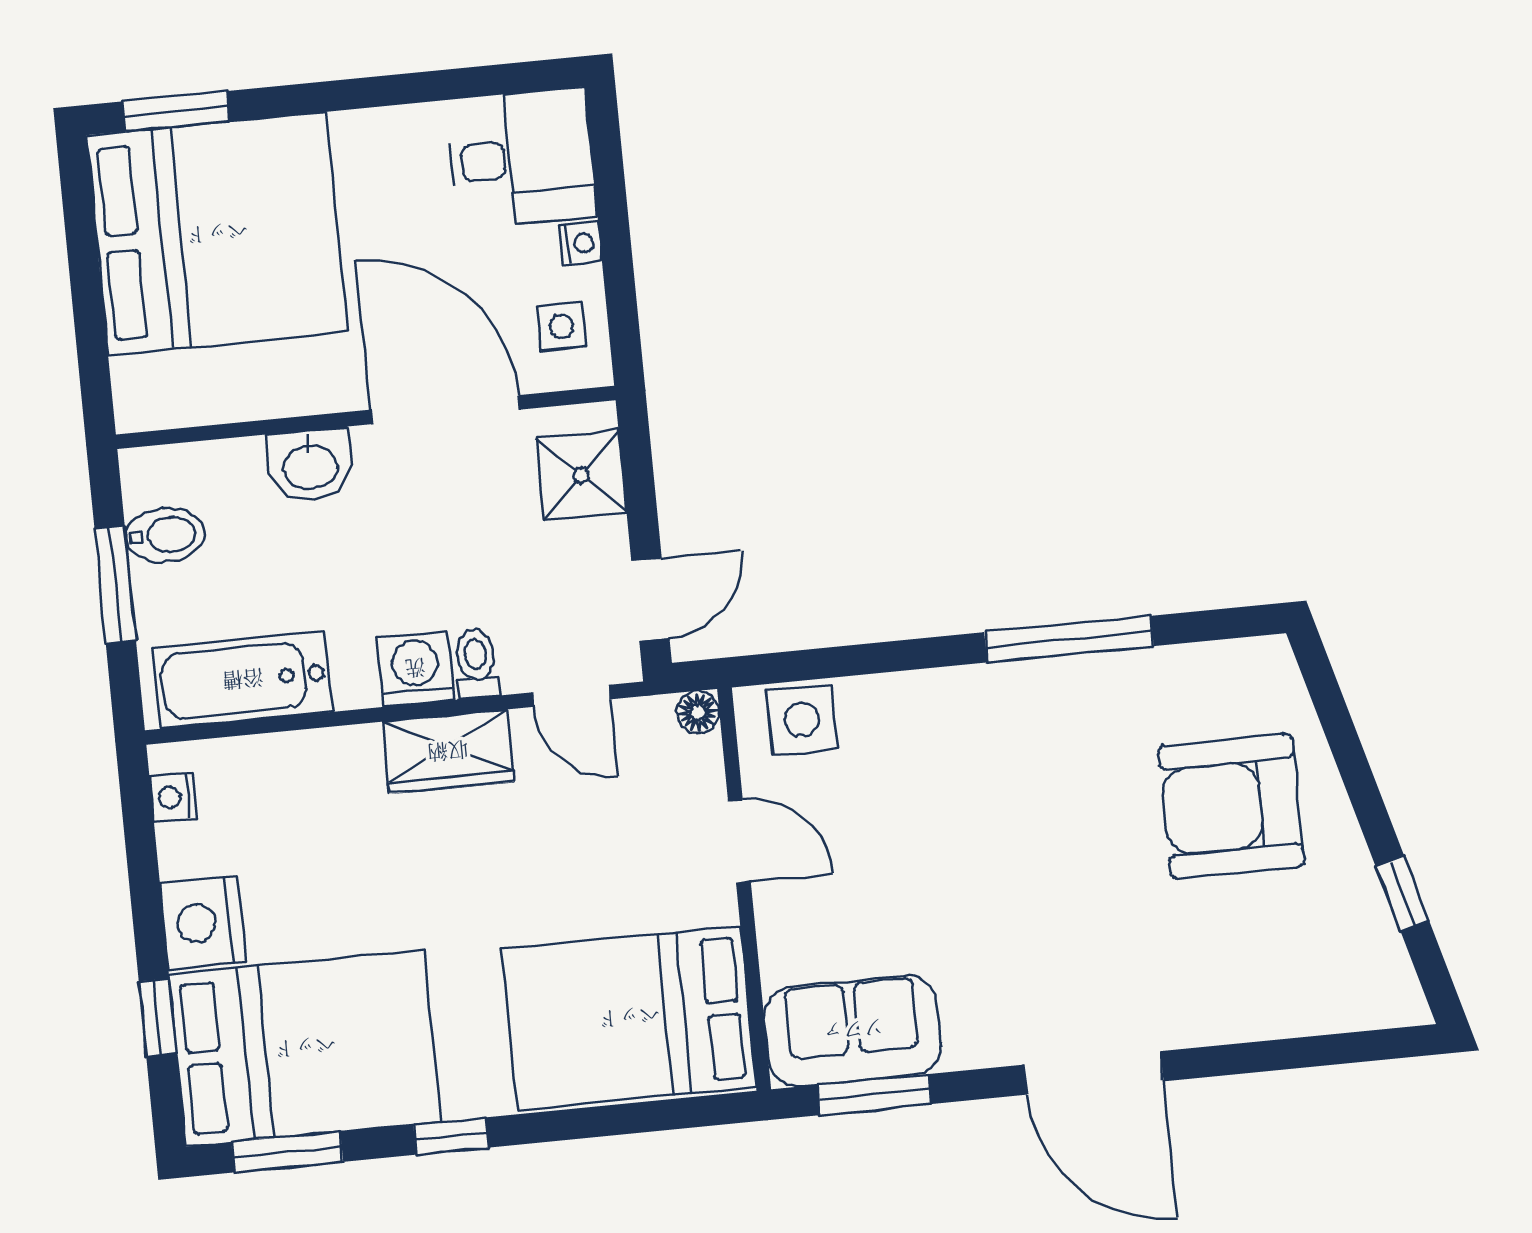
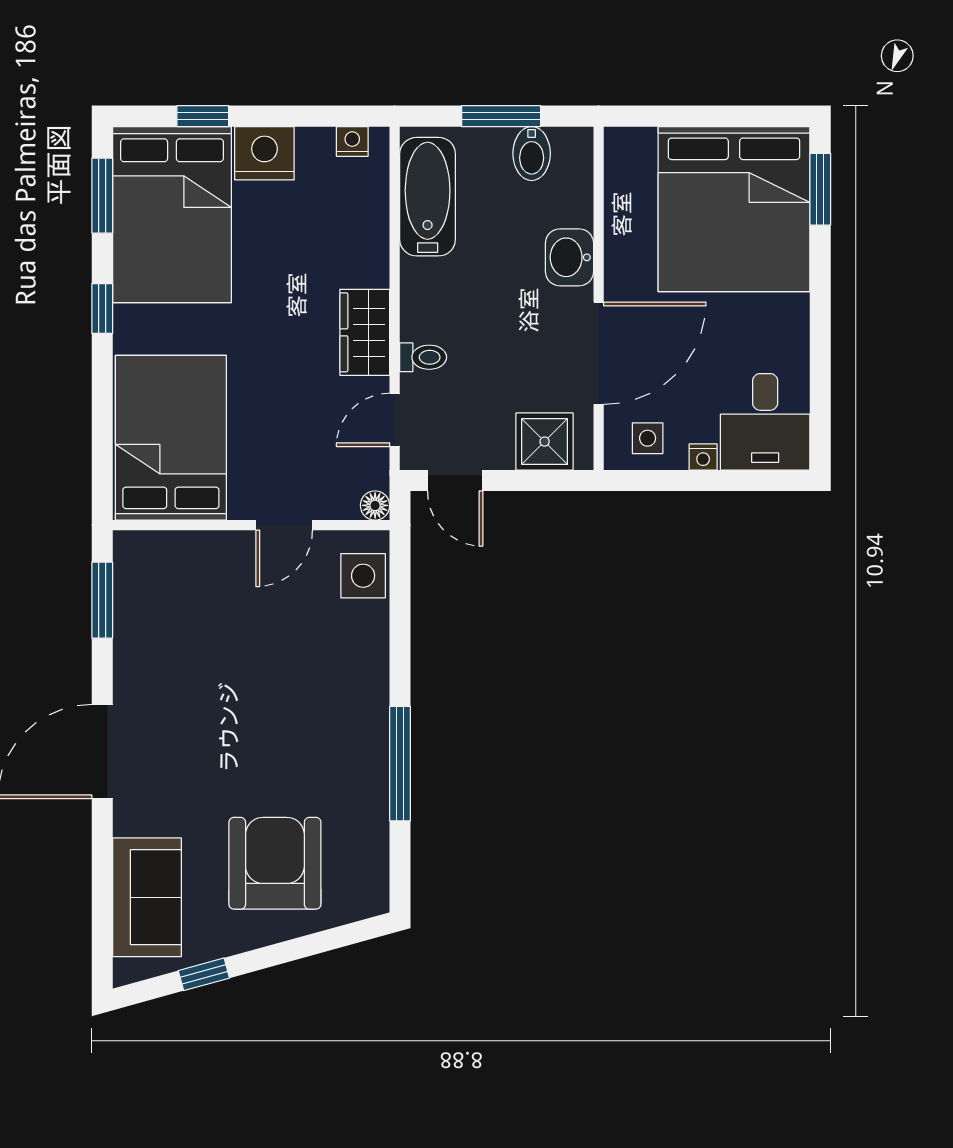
washing machine: (415, 669) -> (424, 315), removed
sofa: (853, 1031) -> (147, 897), moved

